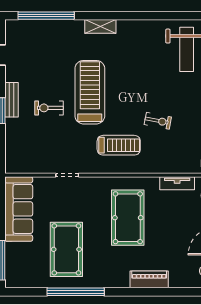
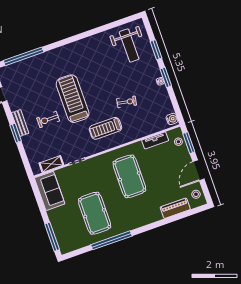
shelving: (100, 26) -> (51, 164), moved
treadmill: (119, 145) -> (105, 128), turned 180
sofa: (19, 209) -> (50, 191), width x0.73
piano: (149, 279) -> (175, 208), moved

